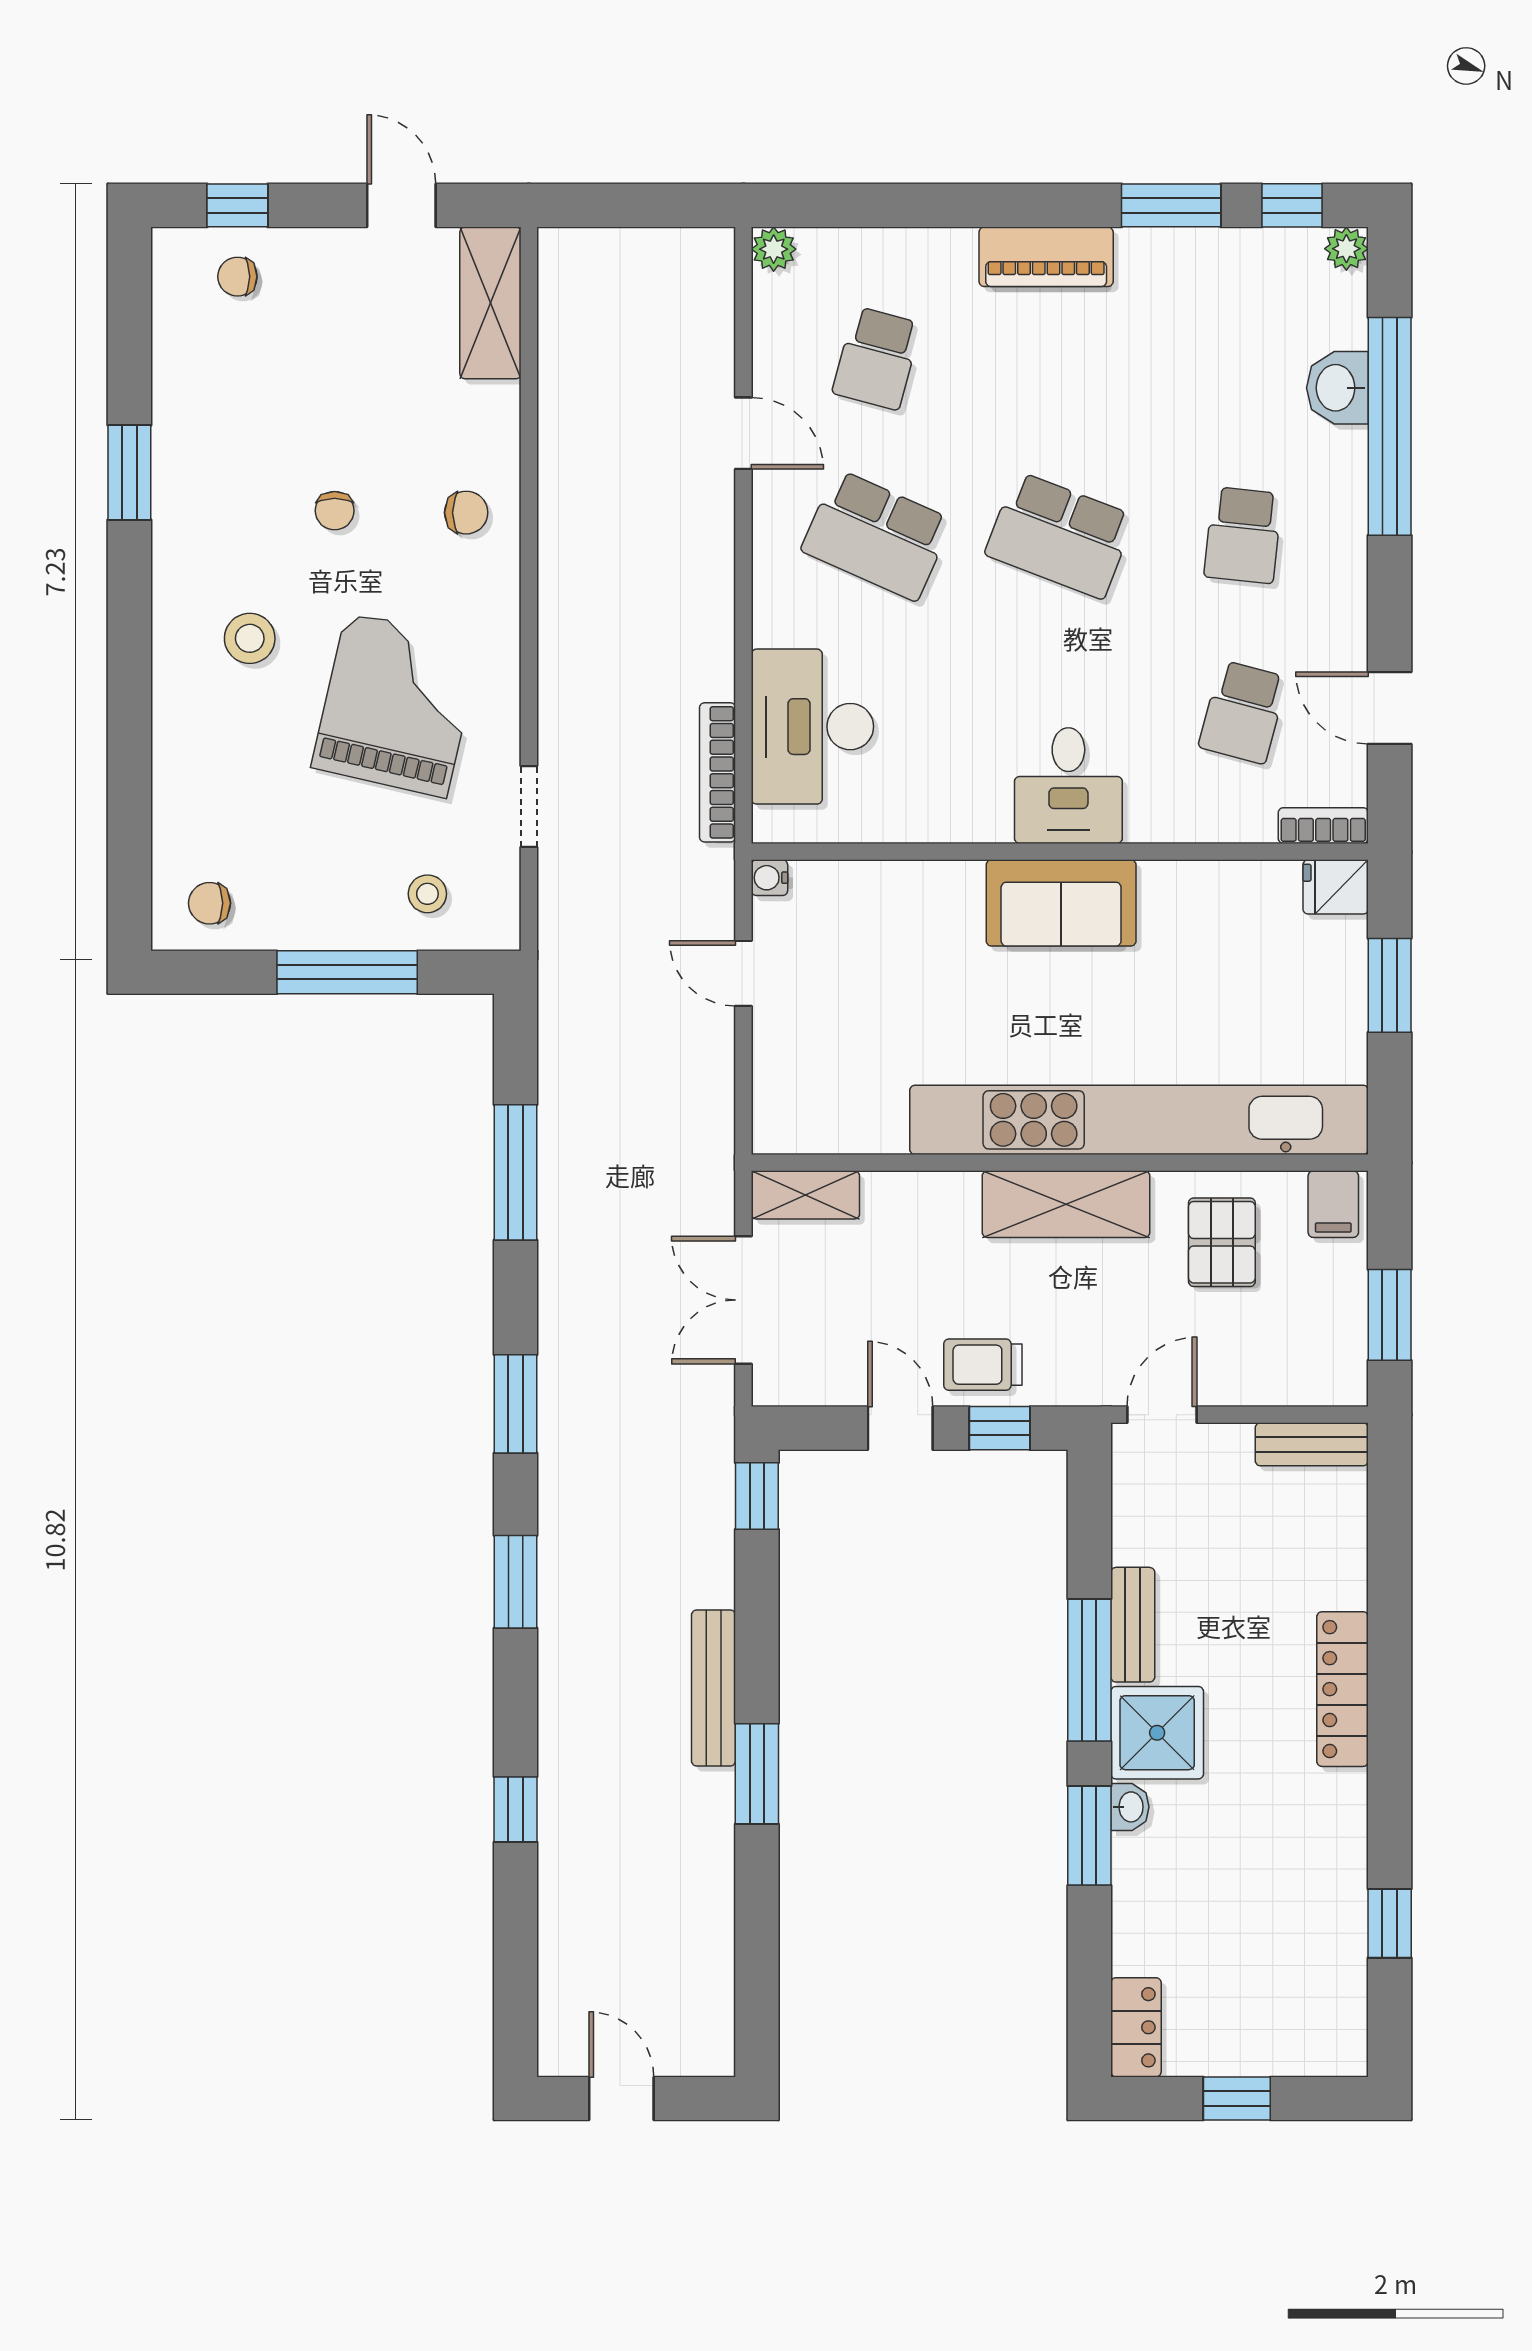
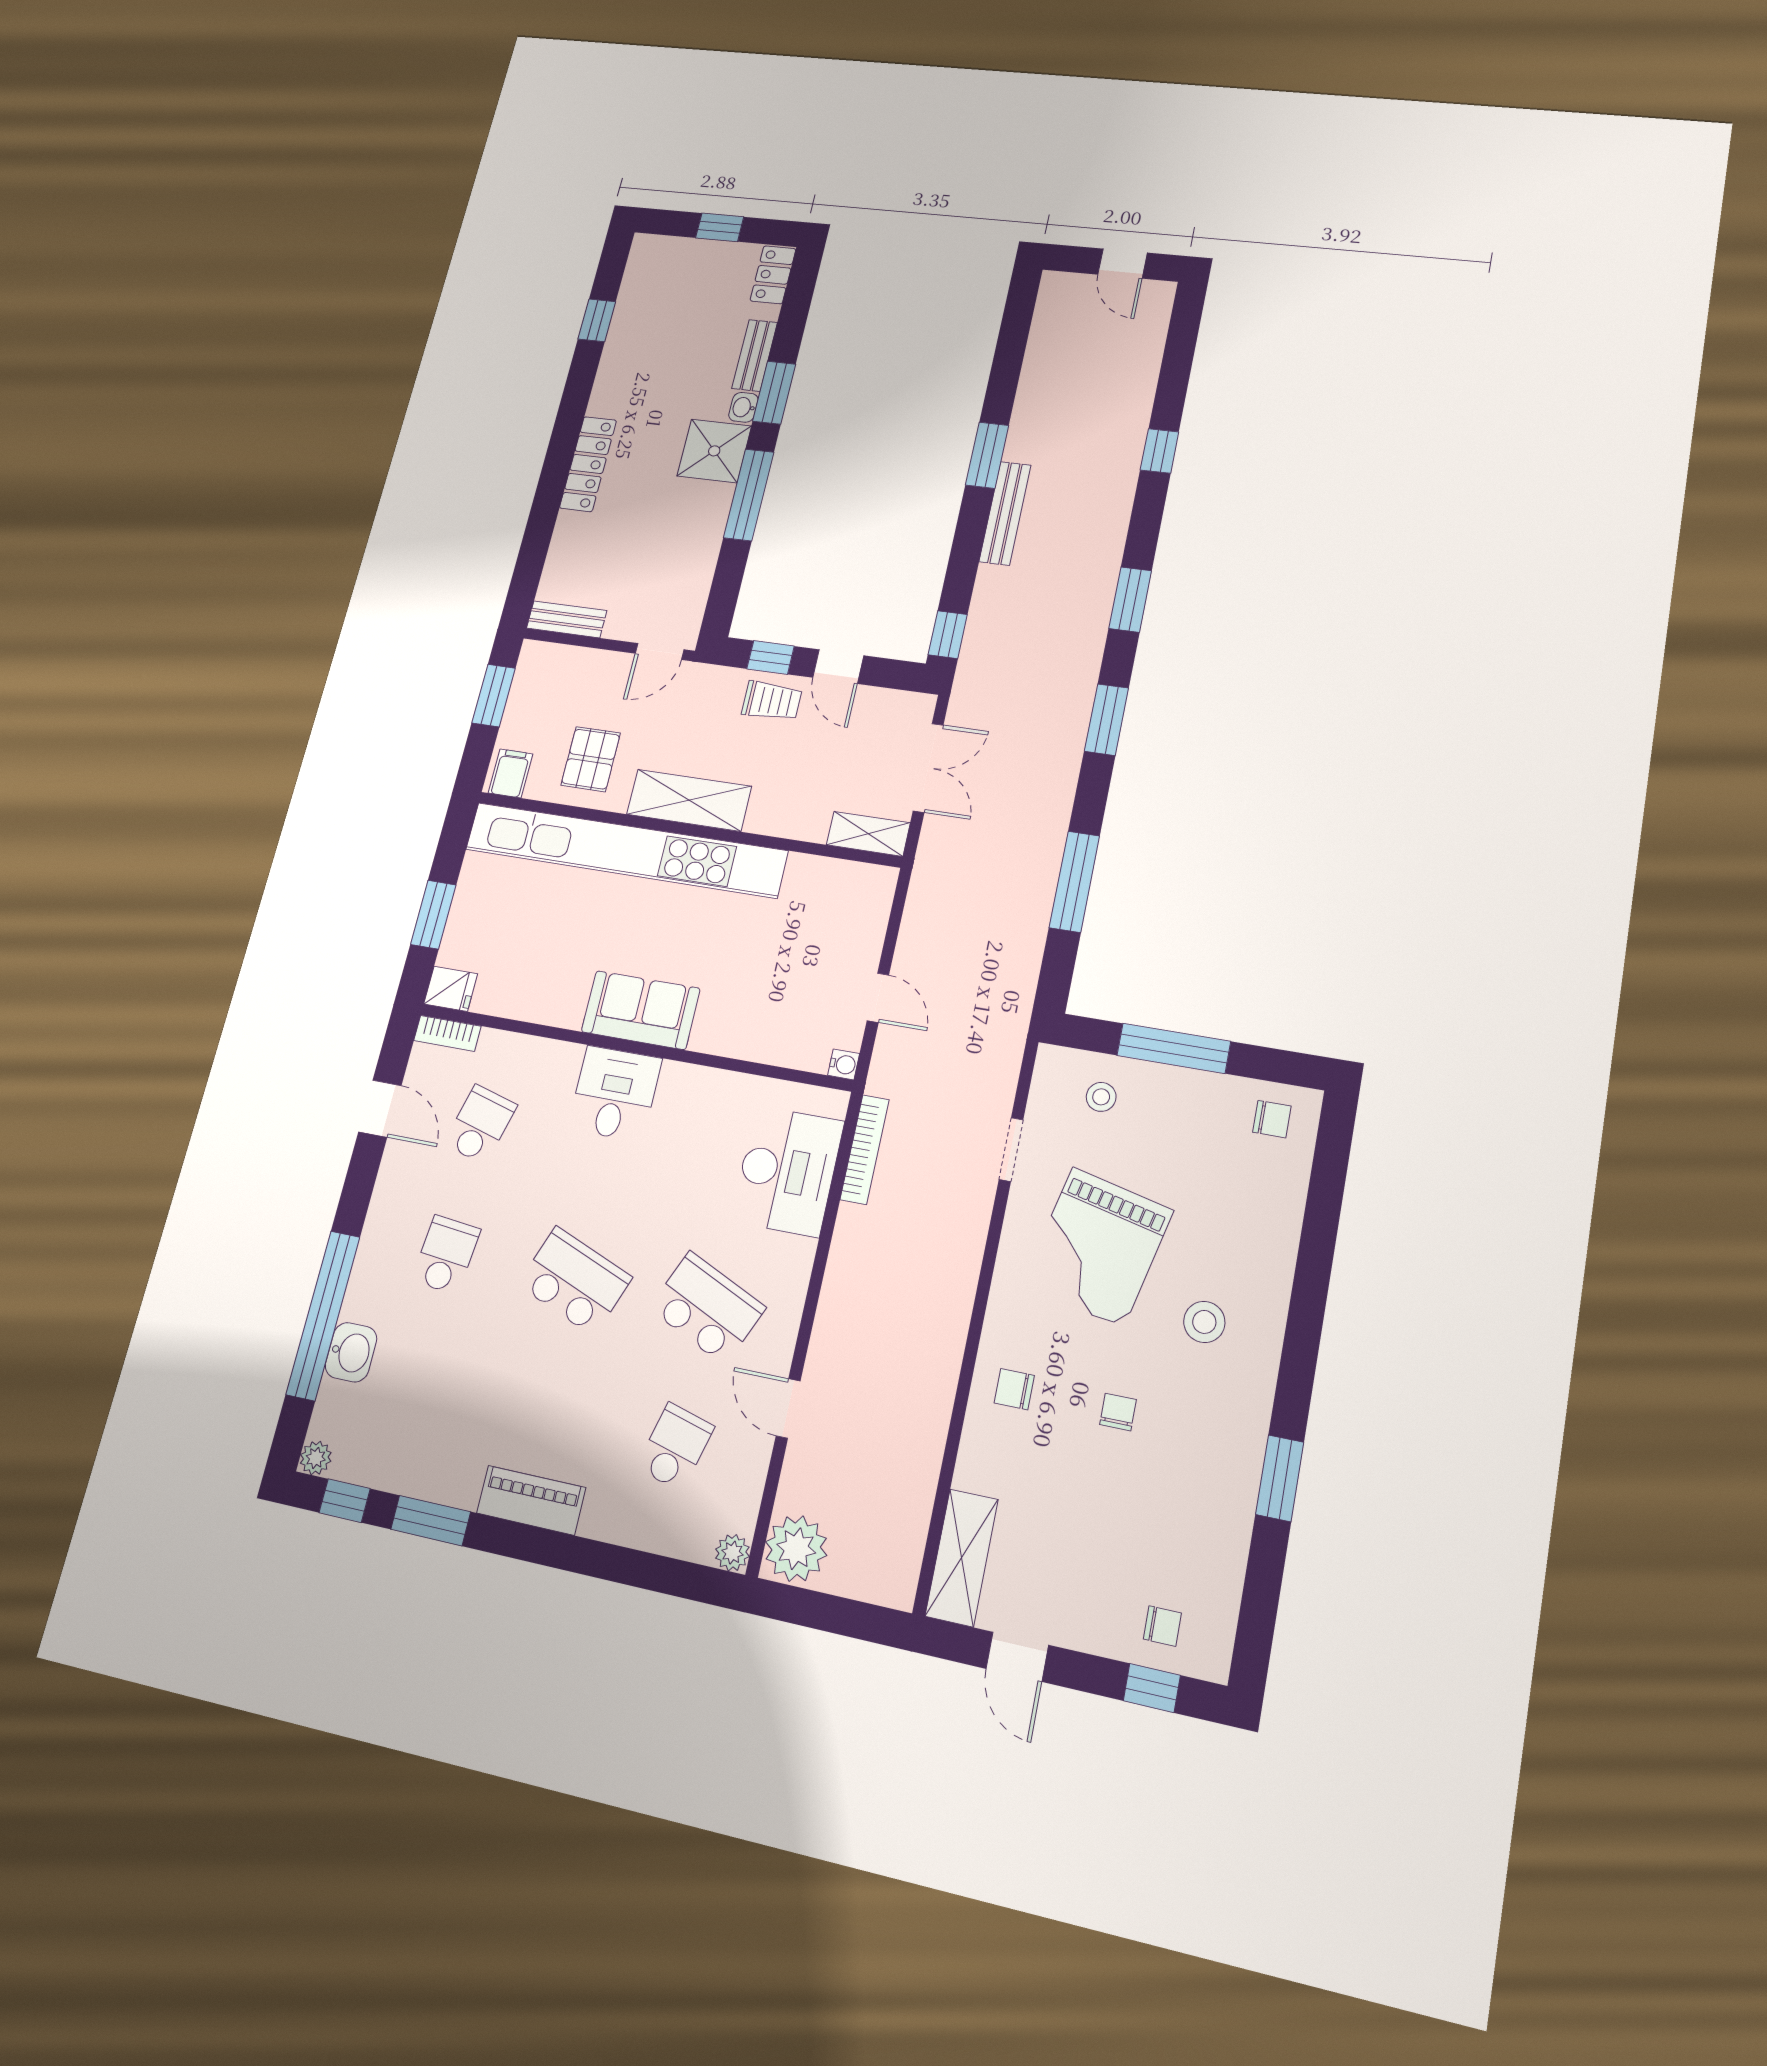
plant: (695, 270) -> (796, 1549), added
bench: (1133, 1625) -> (755, 355), moved

